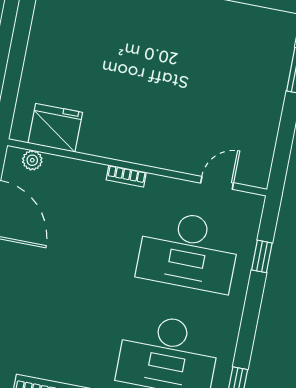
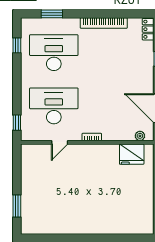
door: (217, 183) -> (60, 142), moved
window: (262, 256) -> (17, 123), moved

